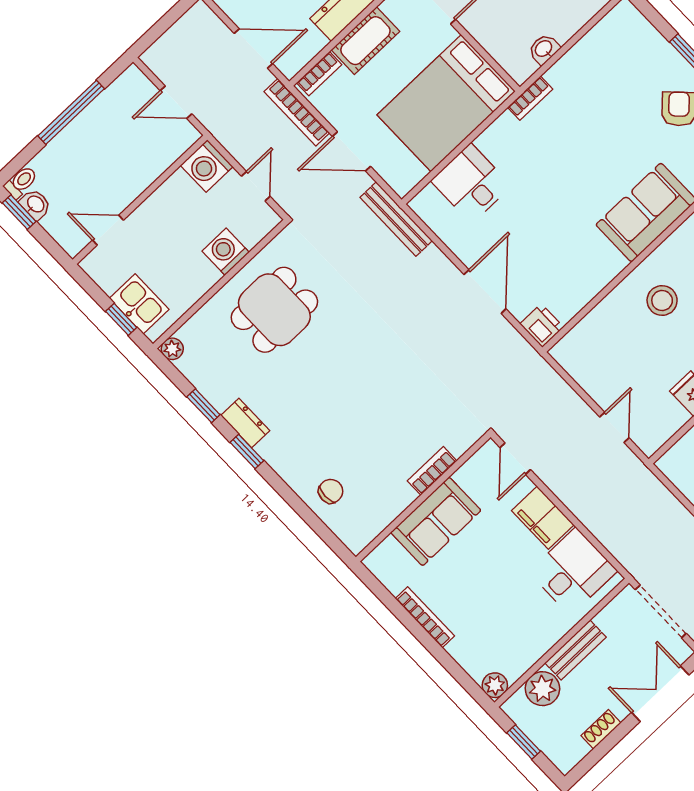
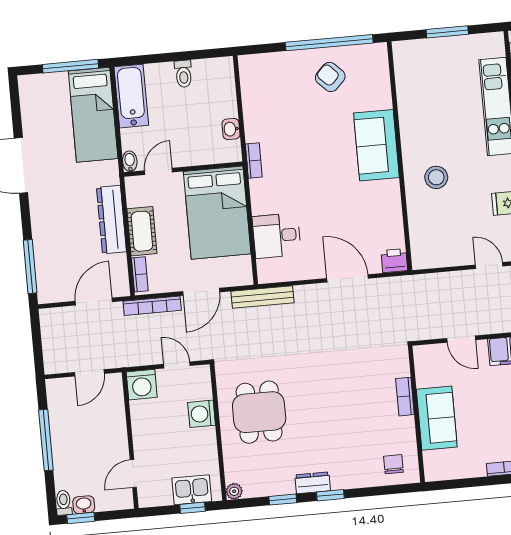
bookcase: (432, 471) -> (405, 397), moved
wall: (423, 497) -> (416, 414), moved
sofa: (436, 521) -> (437, 418), moved

